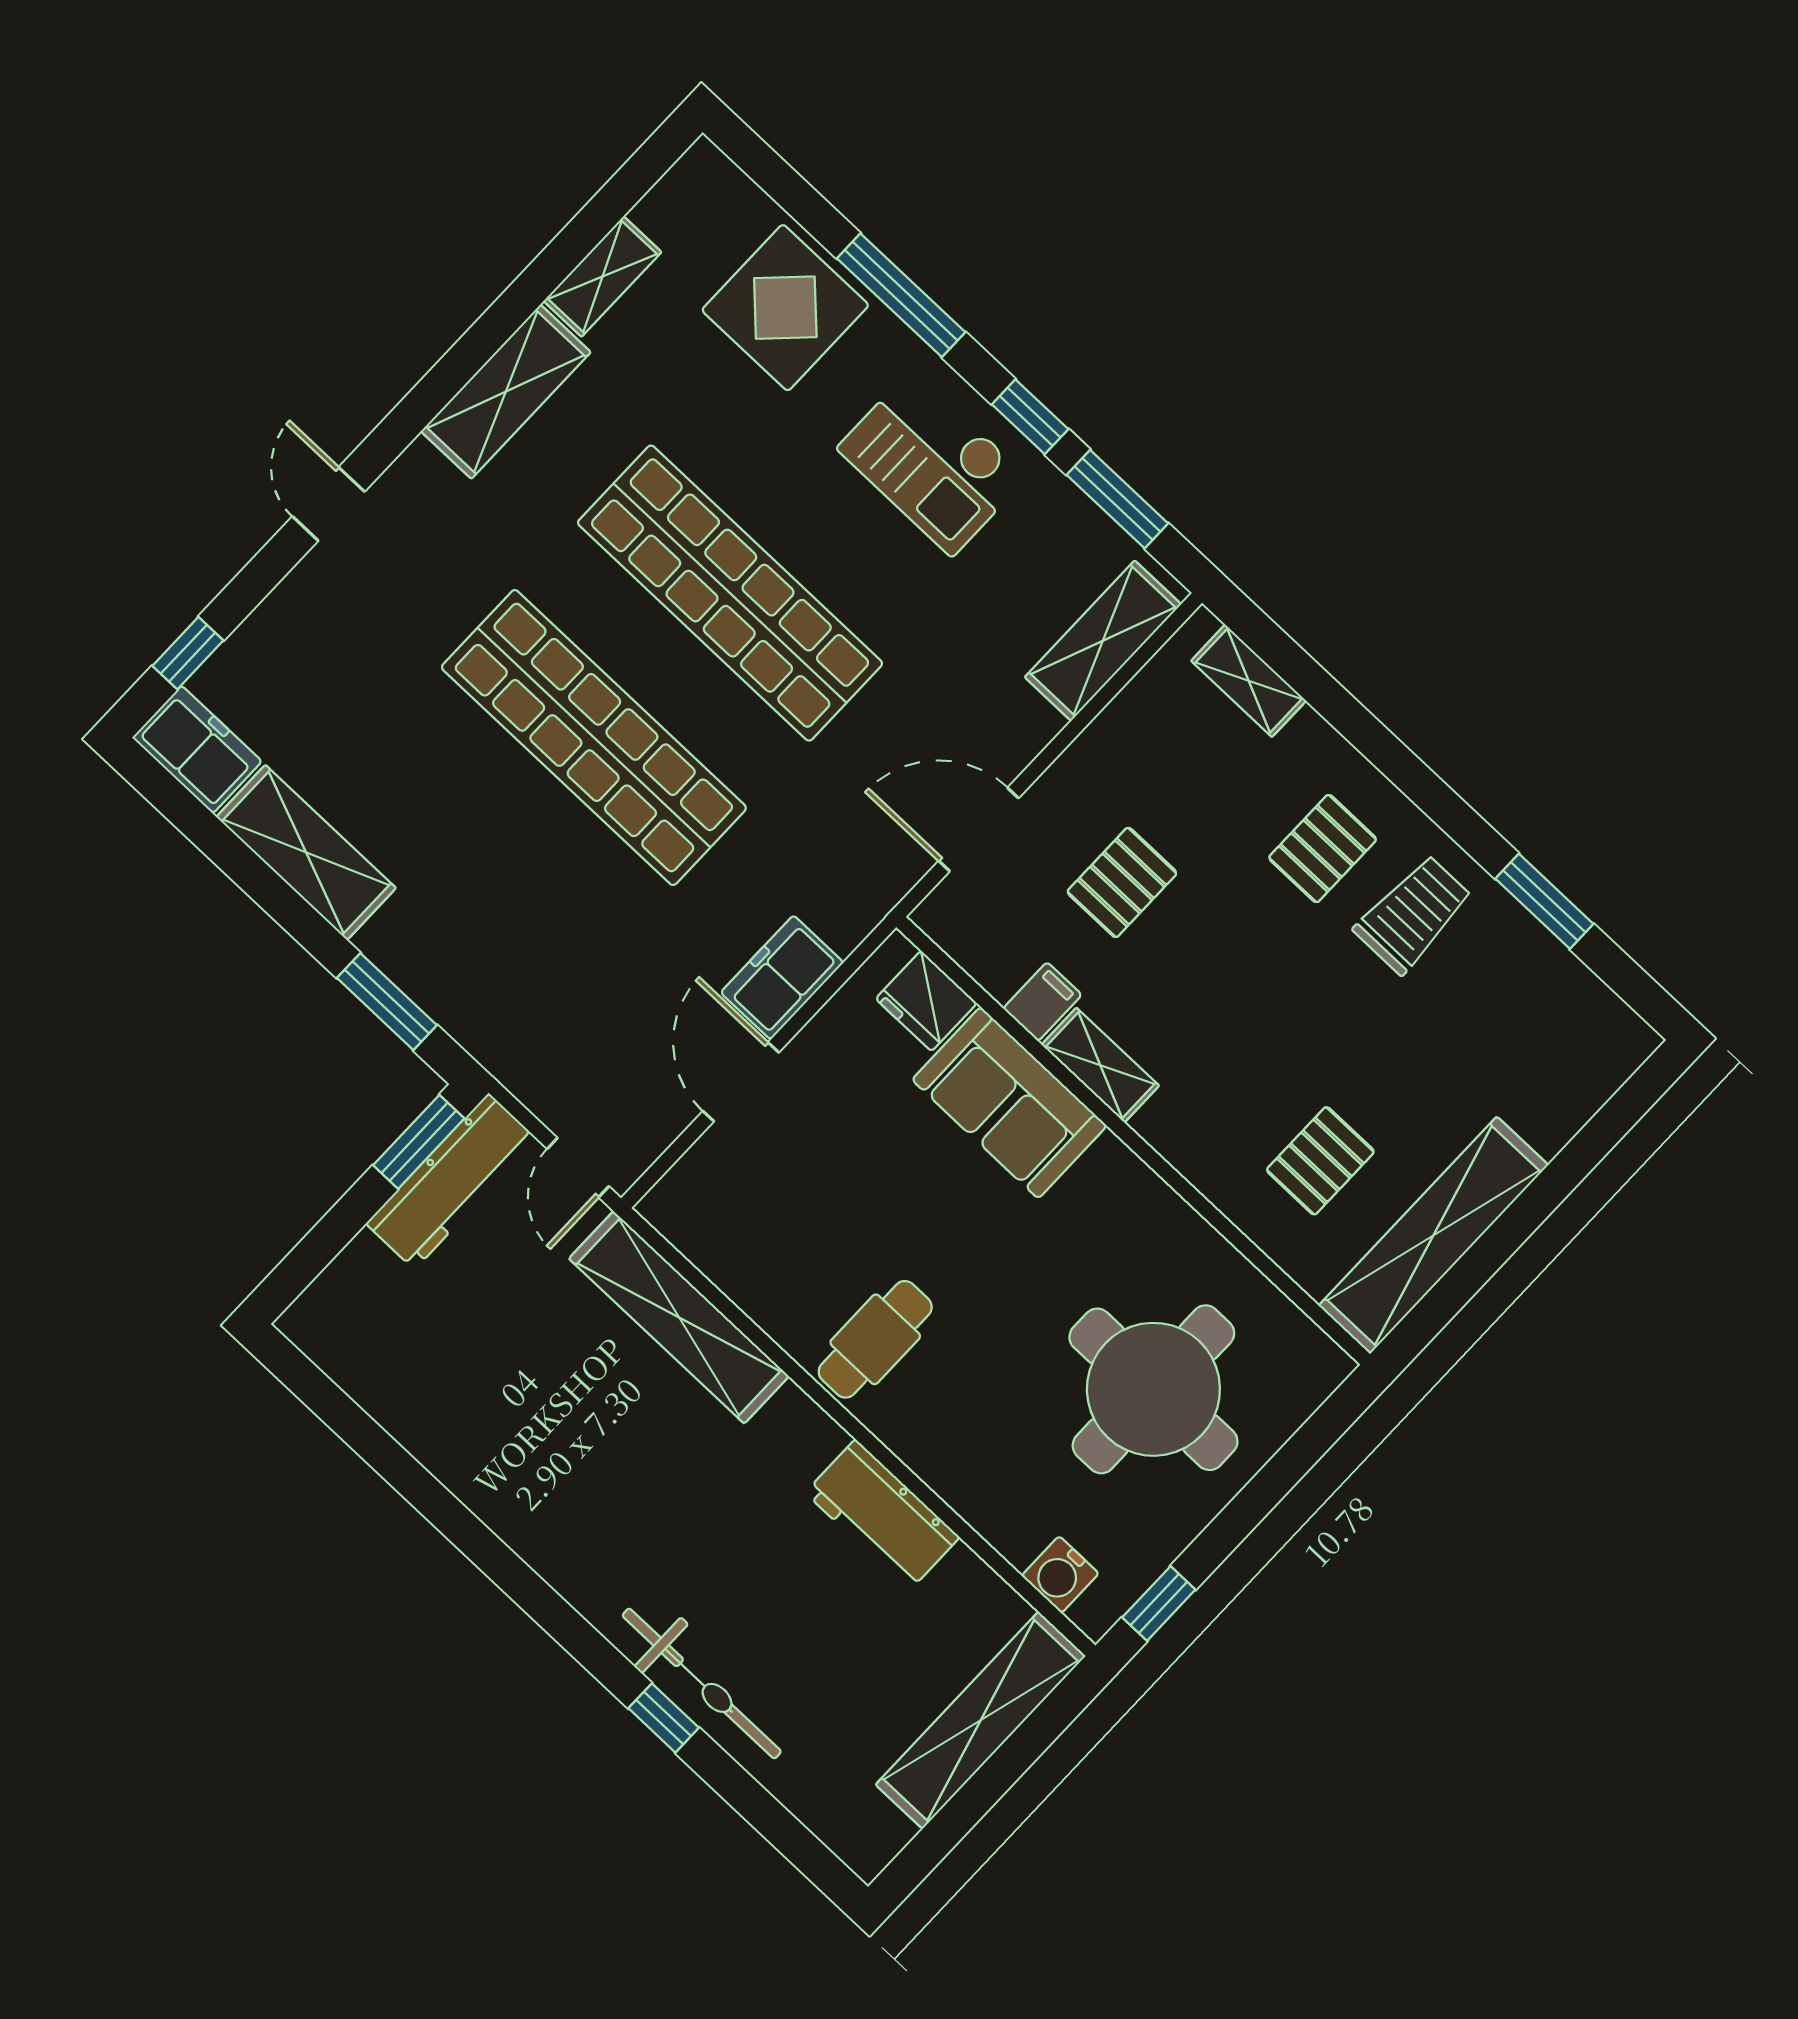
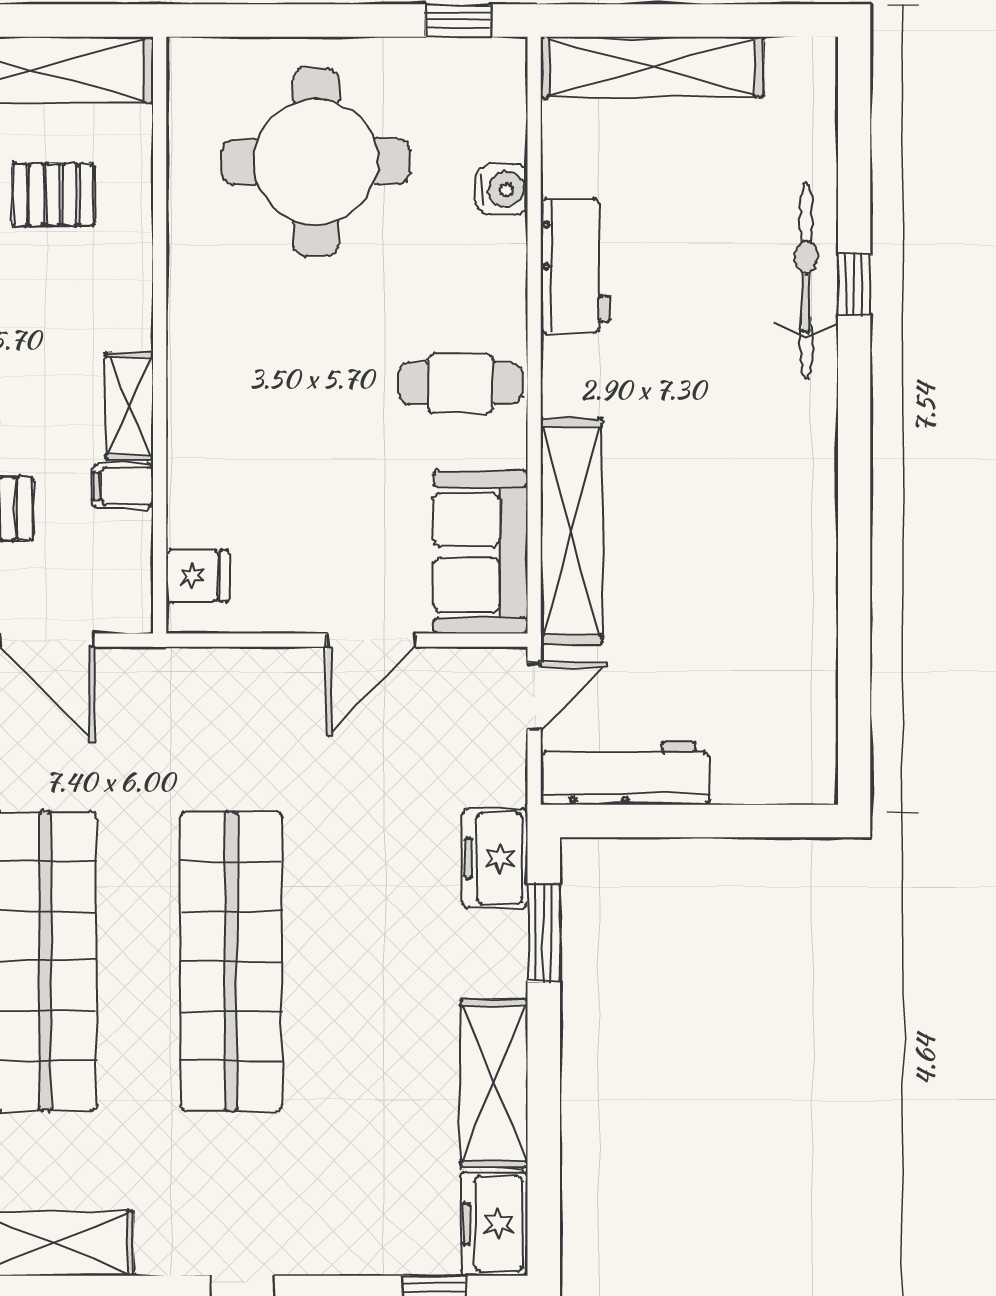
freezer: (782, 977) -> (495, 858), moved, turned 90
fridge: (926, 1001) -> (197, 576), width x0.72
sofa: (1009, 1103) -> (481, 552), moved, turned 180
window: (419, 1142) -> (619, 821), removed
water cooler: (1060, 1575) -> (502, 189), moved

